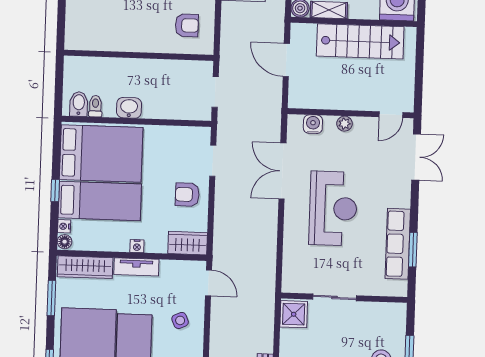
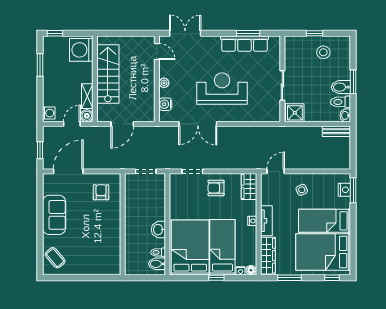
armchair: (187, 195) -> (216, 188), turned 90

